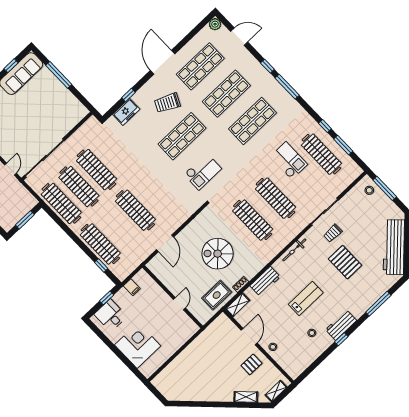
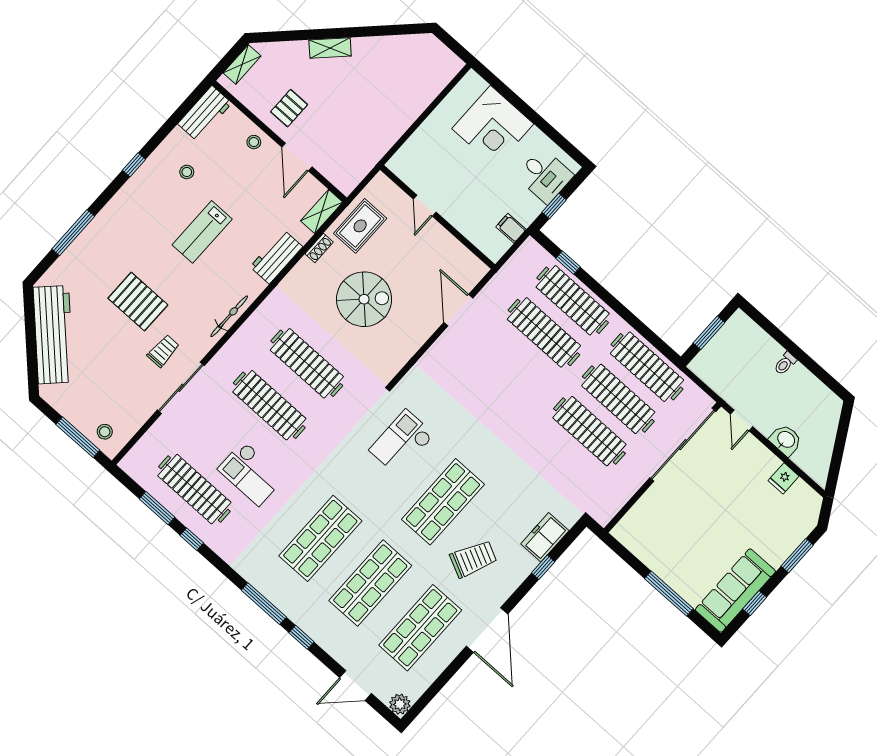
clothes rail: (135, 210) -> (544, 332), moved
workbench: (341, 325) -> (205, 113), moved
shelving: (246, 397) -> (330, 48), moved

